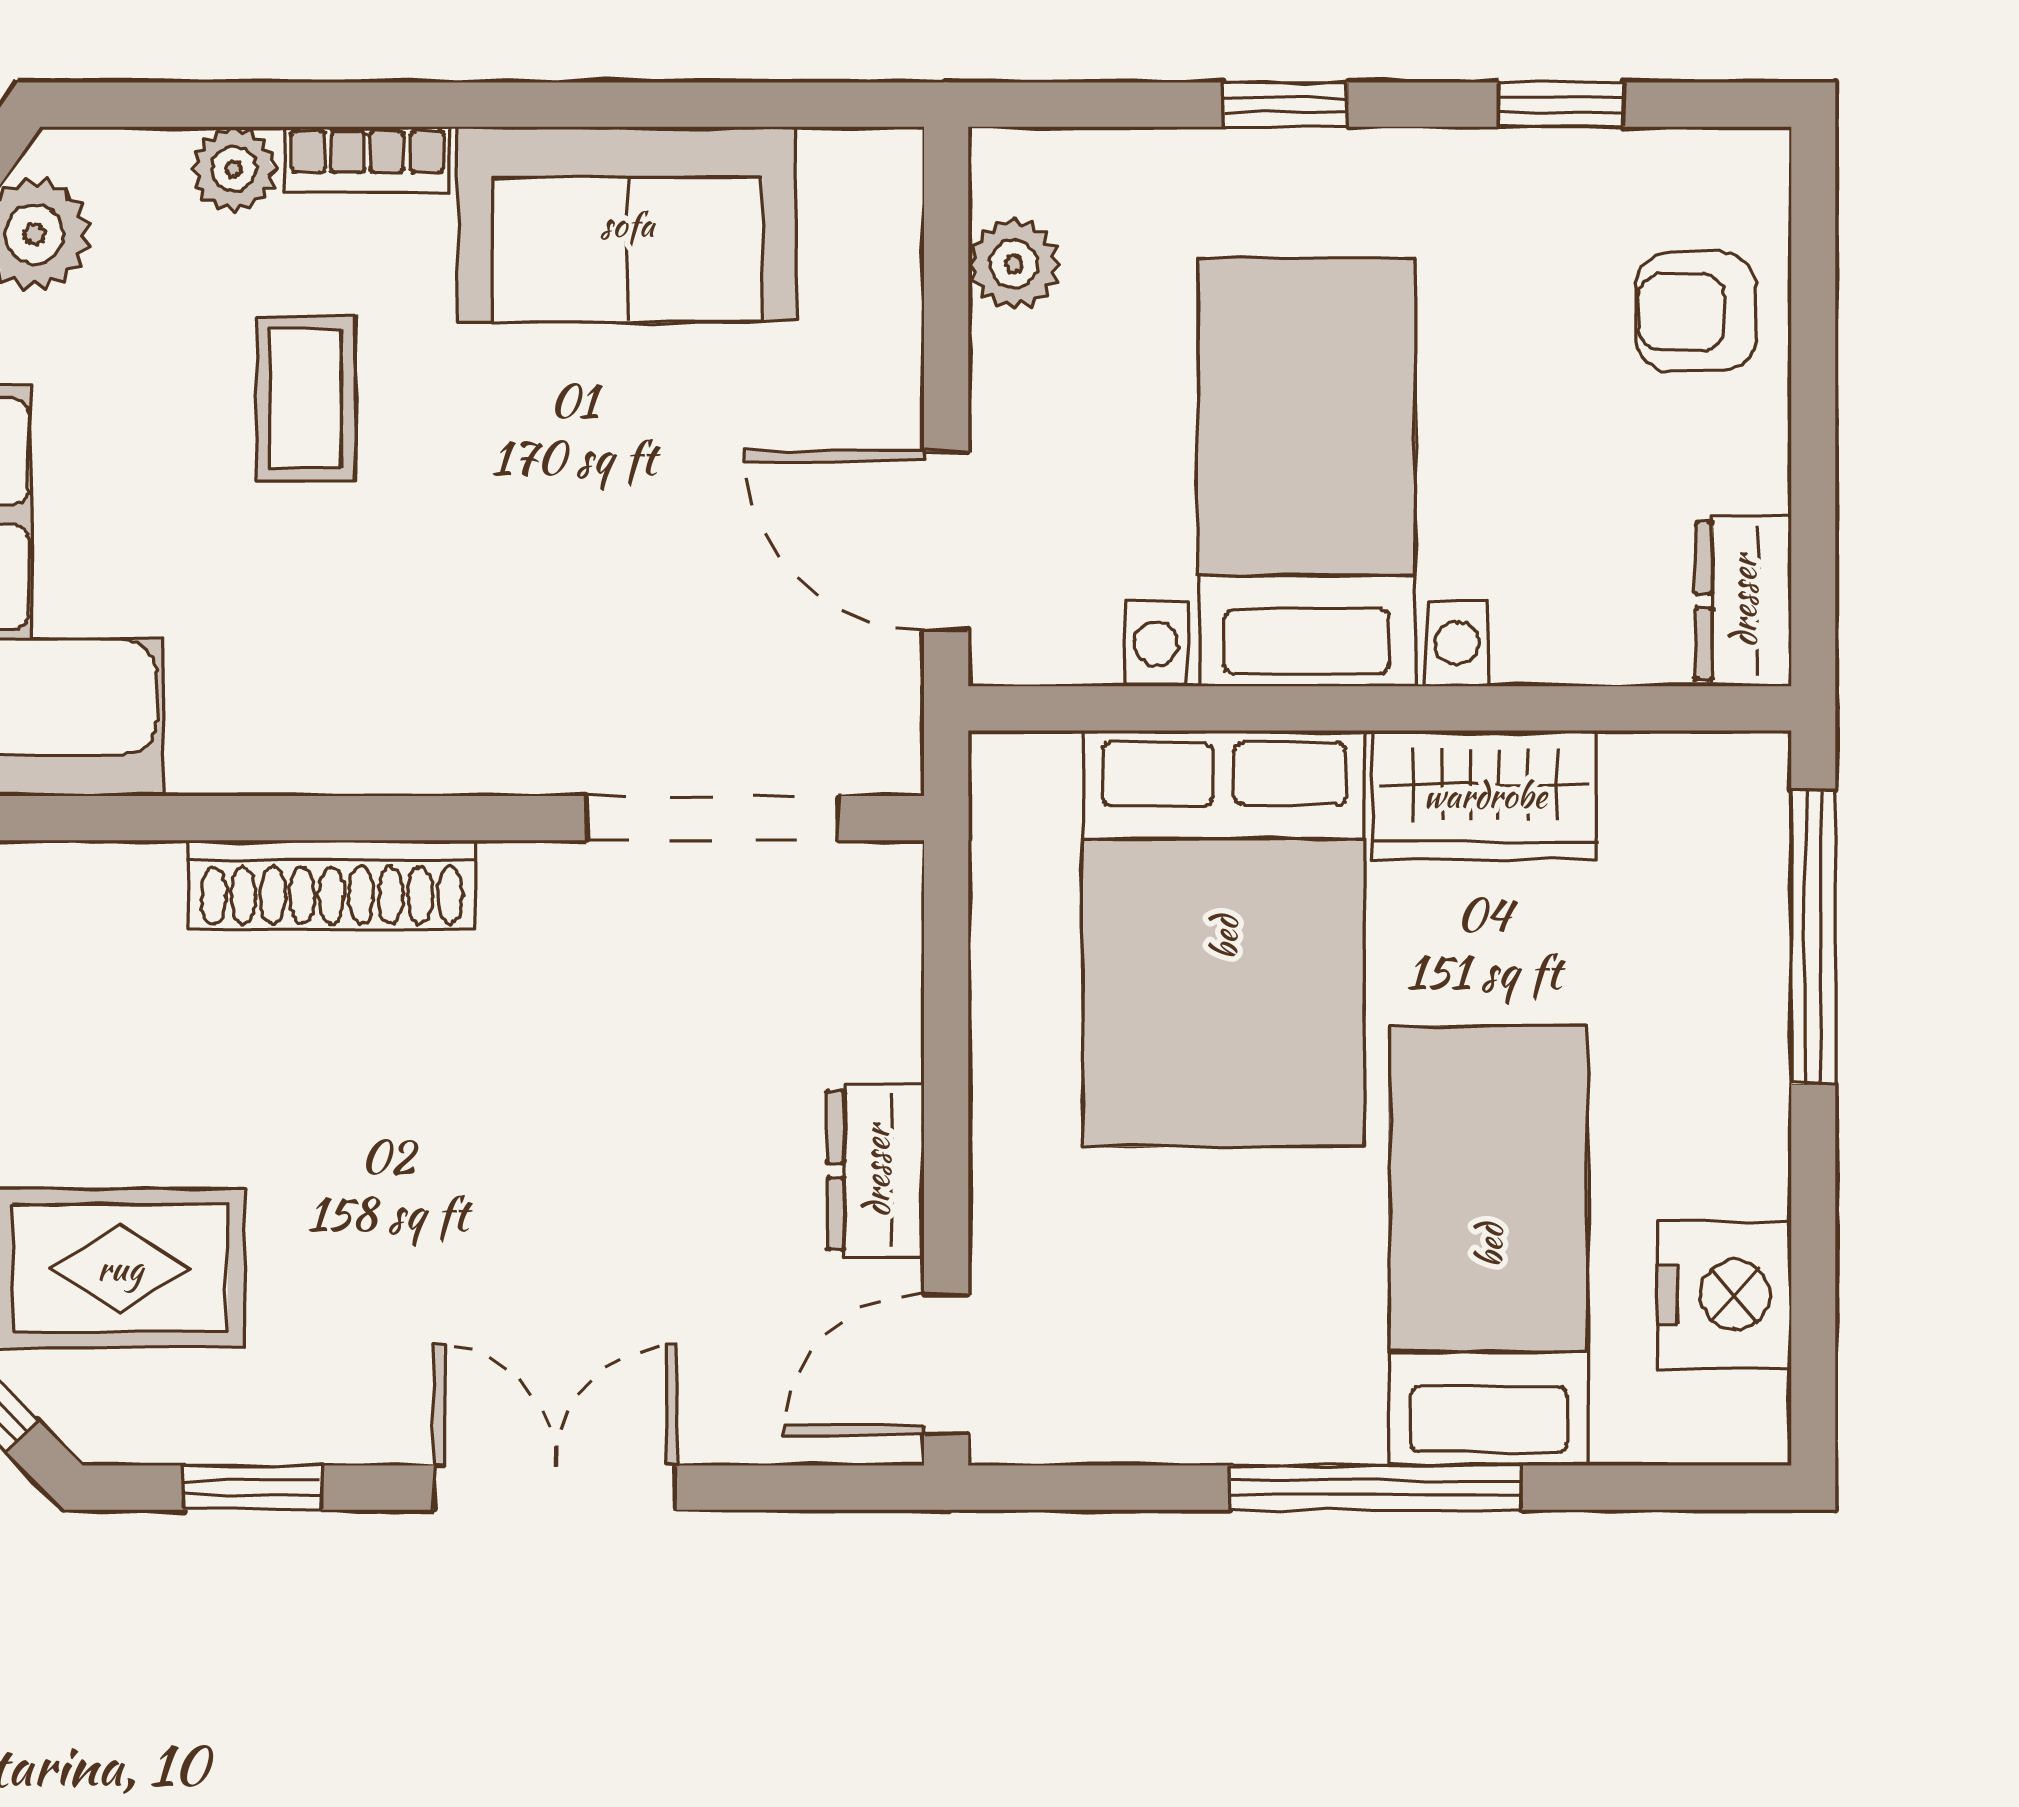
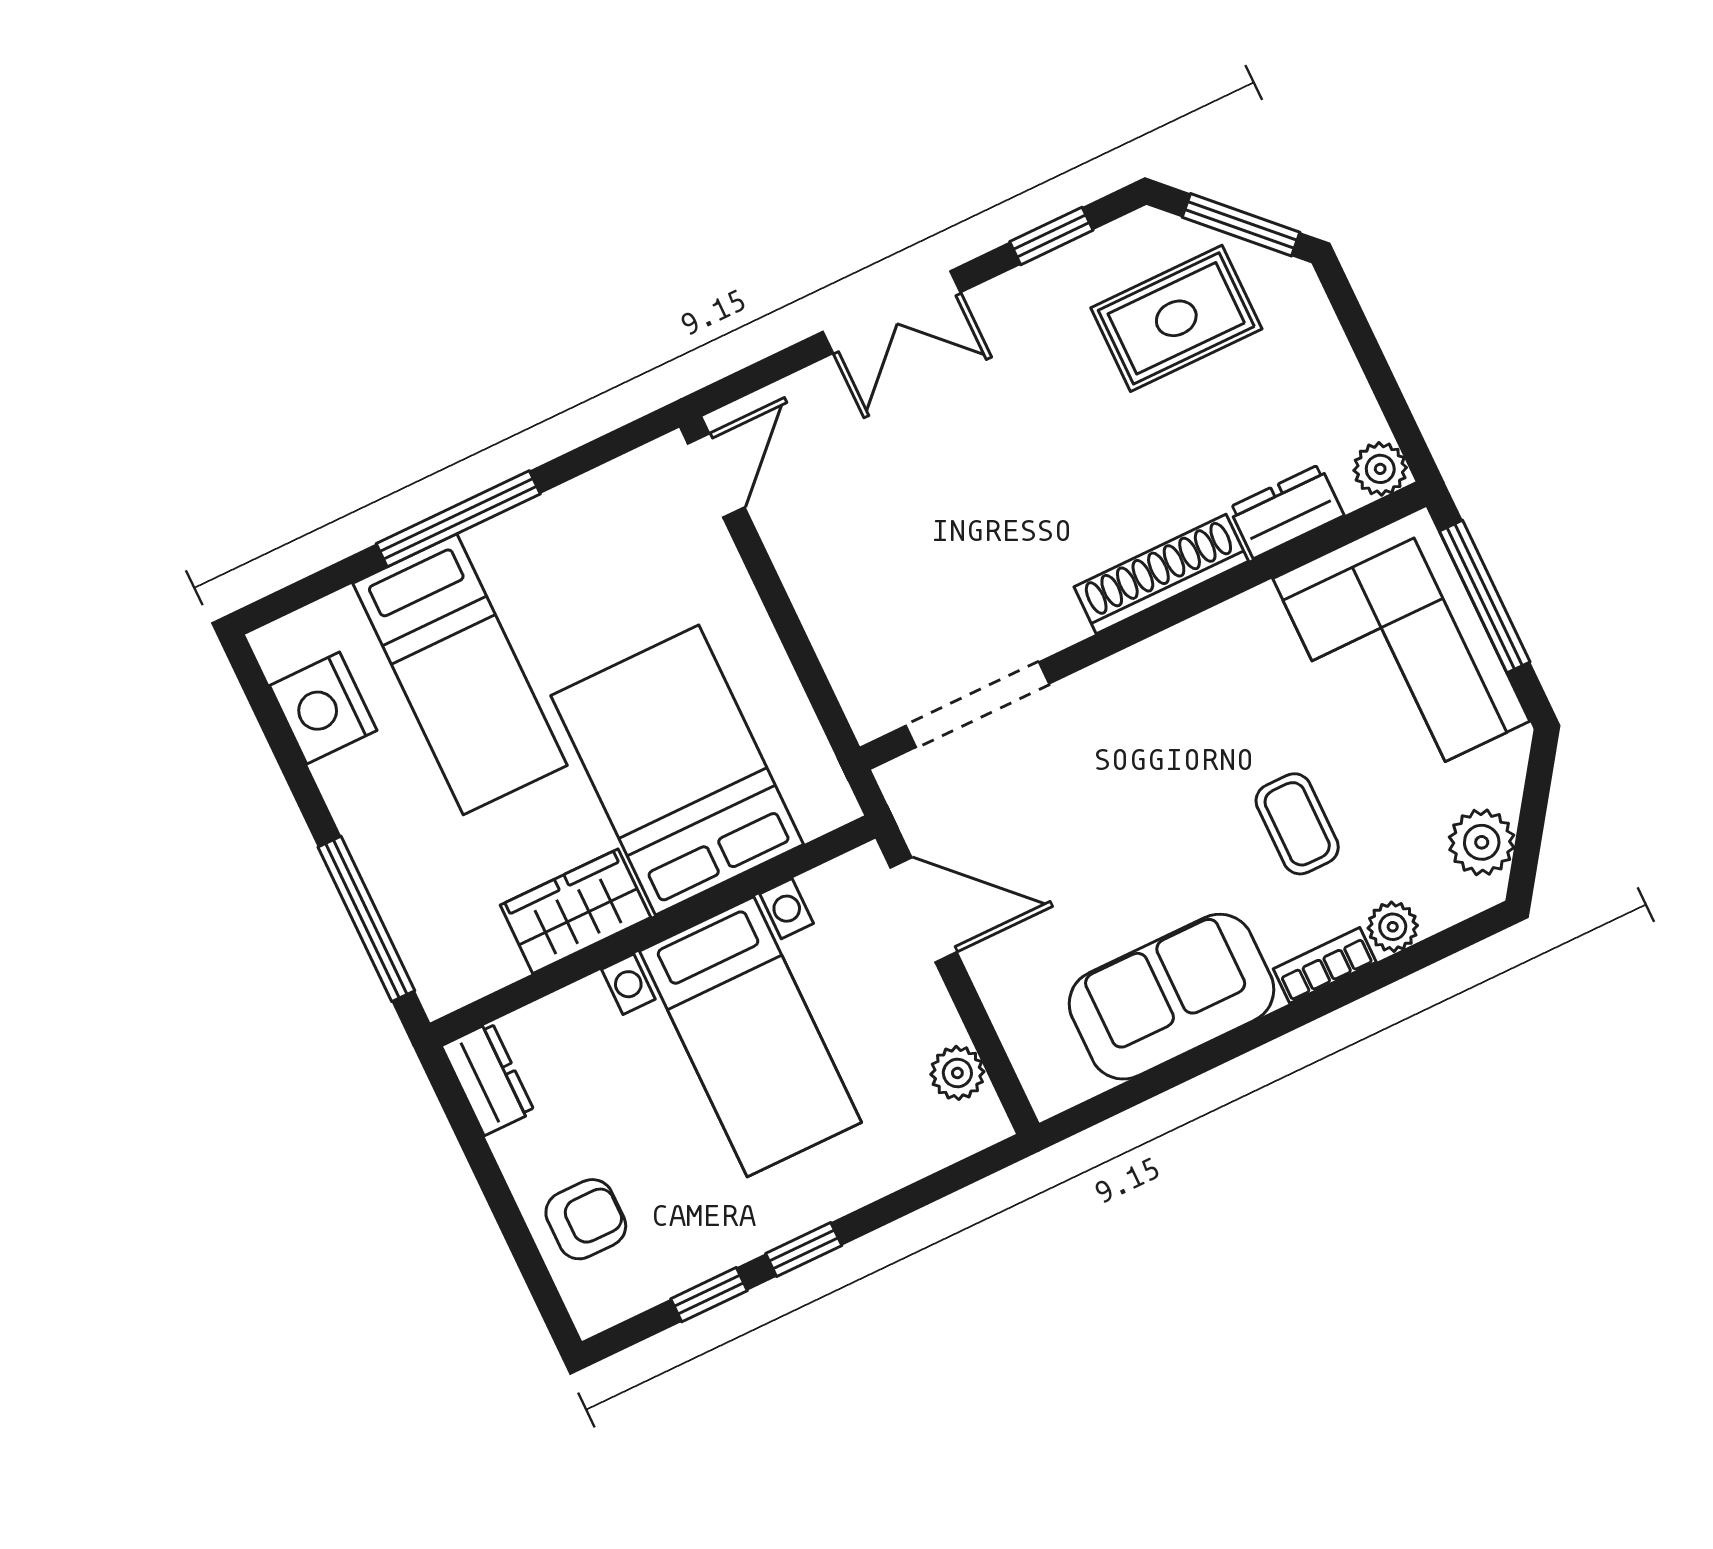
window: (1285, 105) -> (804, 1249), moved
dresser: (876, 1171) -> (1287, 511), moved, turned -90

